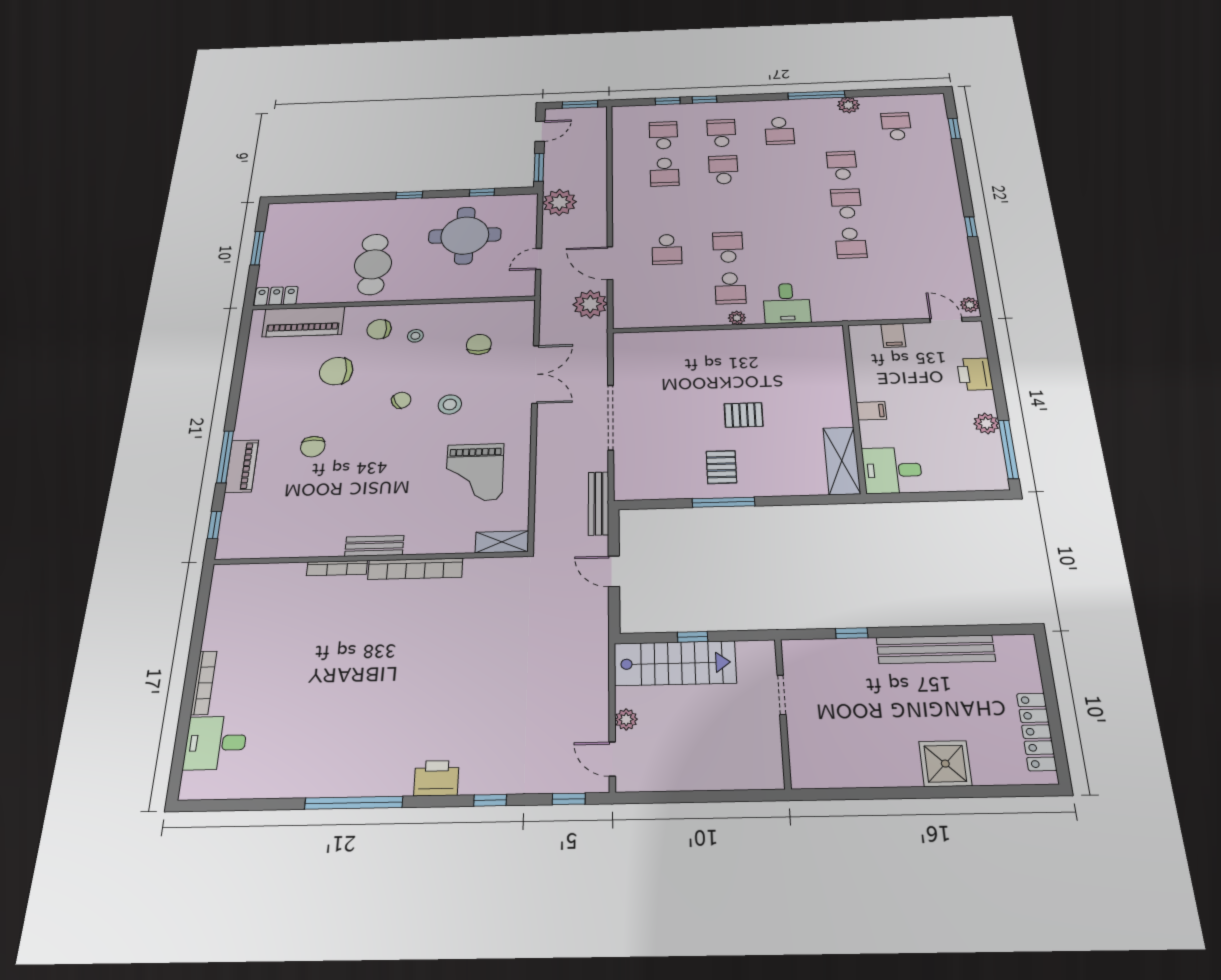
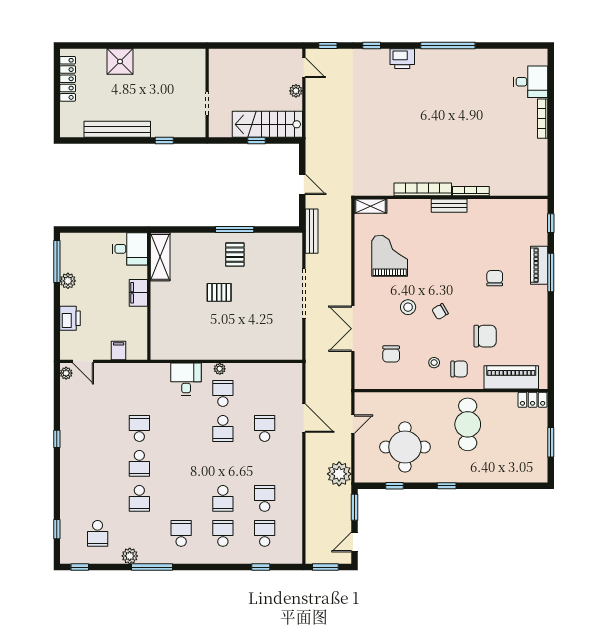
window: (704, 100) -> (80, 567), moved
school desk: (721, 133) -> (223, 533), turned 180
school desk: (663, 135) -> (265, 533), turned 180
plant: (590, 304) -> (317, 384), removed
filing cabinet: (871, 411) -> (138, 293), width x2.00

